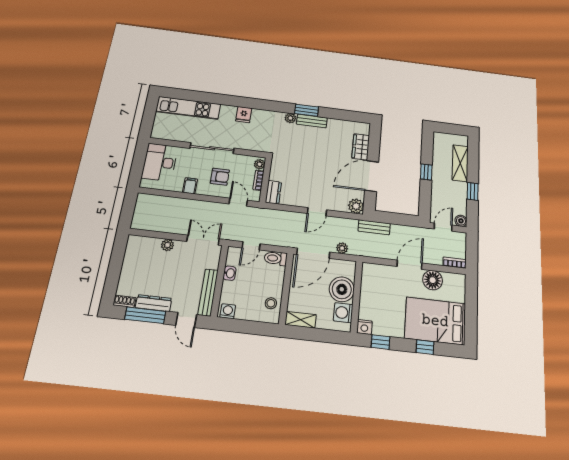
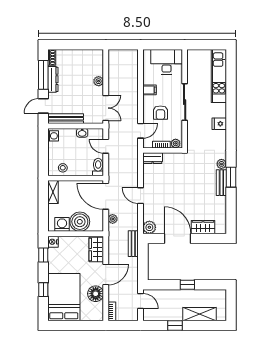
boiler: (461, 221) -> (148, 316), removed
door: (410, 265) -> (106, 274), hinge flipped
wardrobe: (378, 273) -> (96, 250), added

